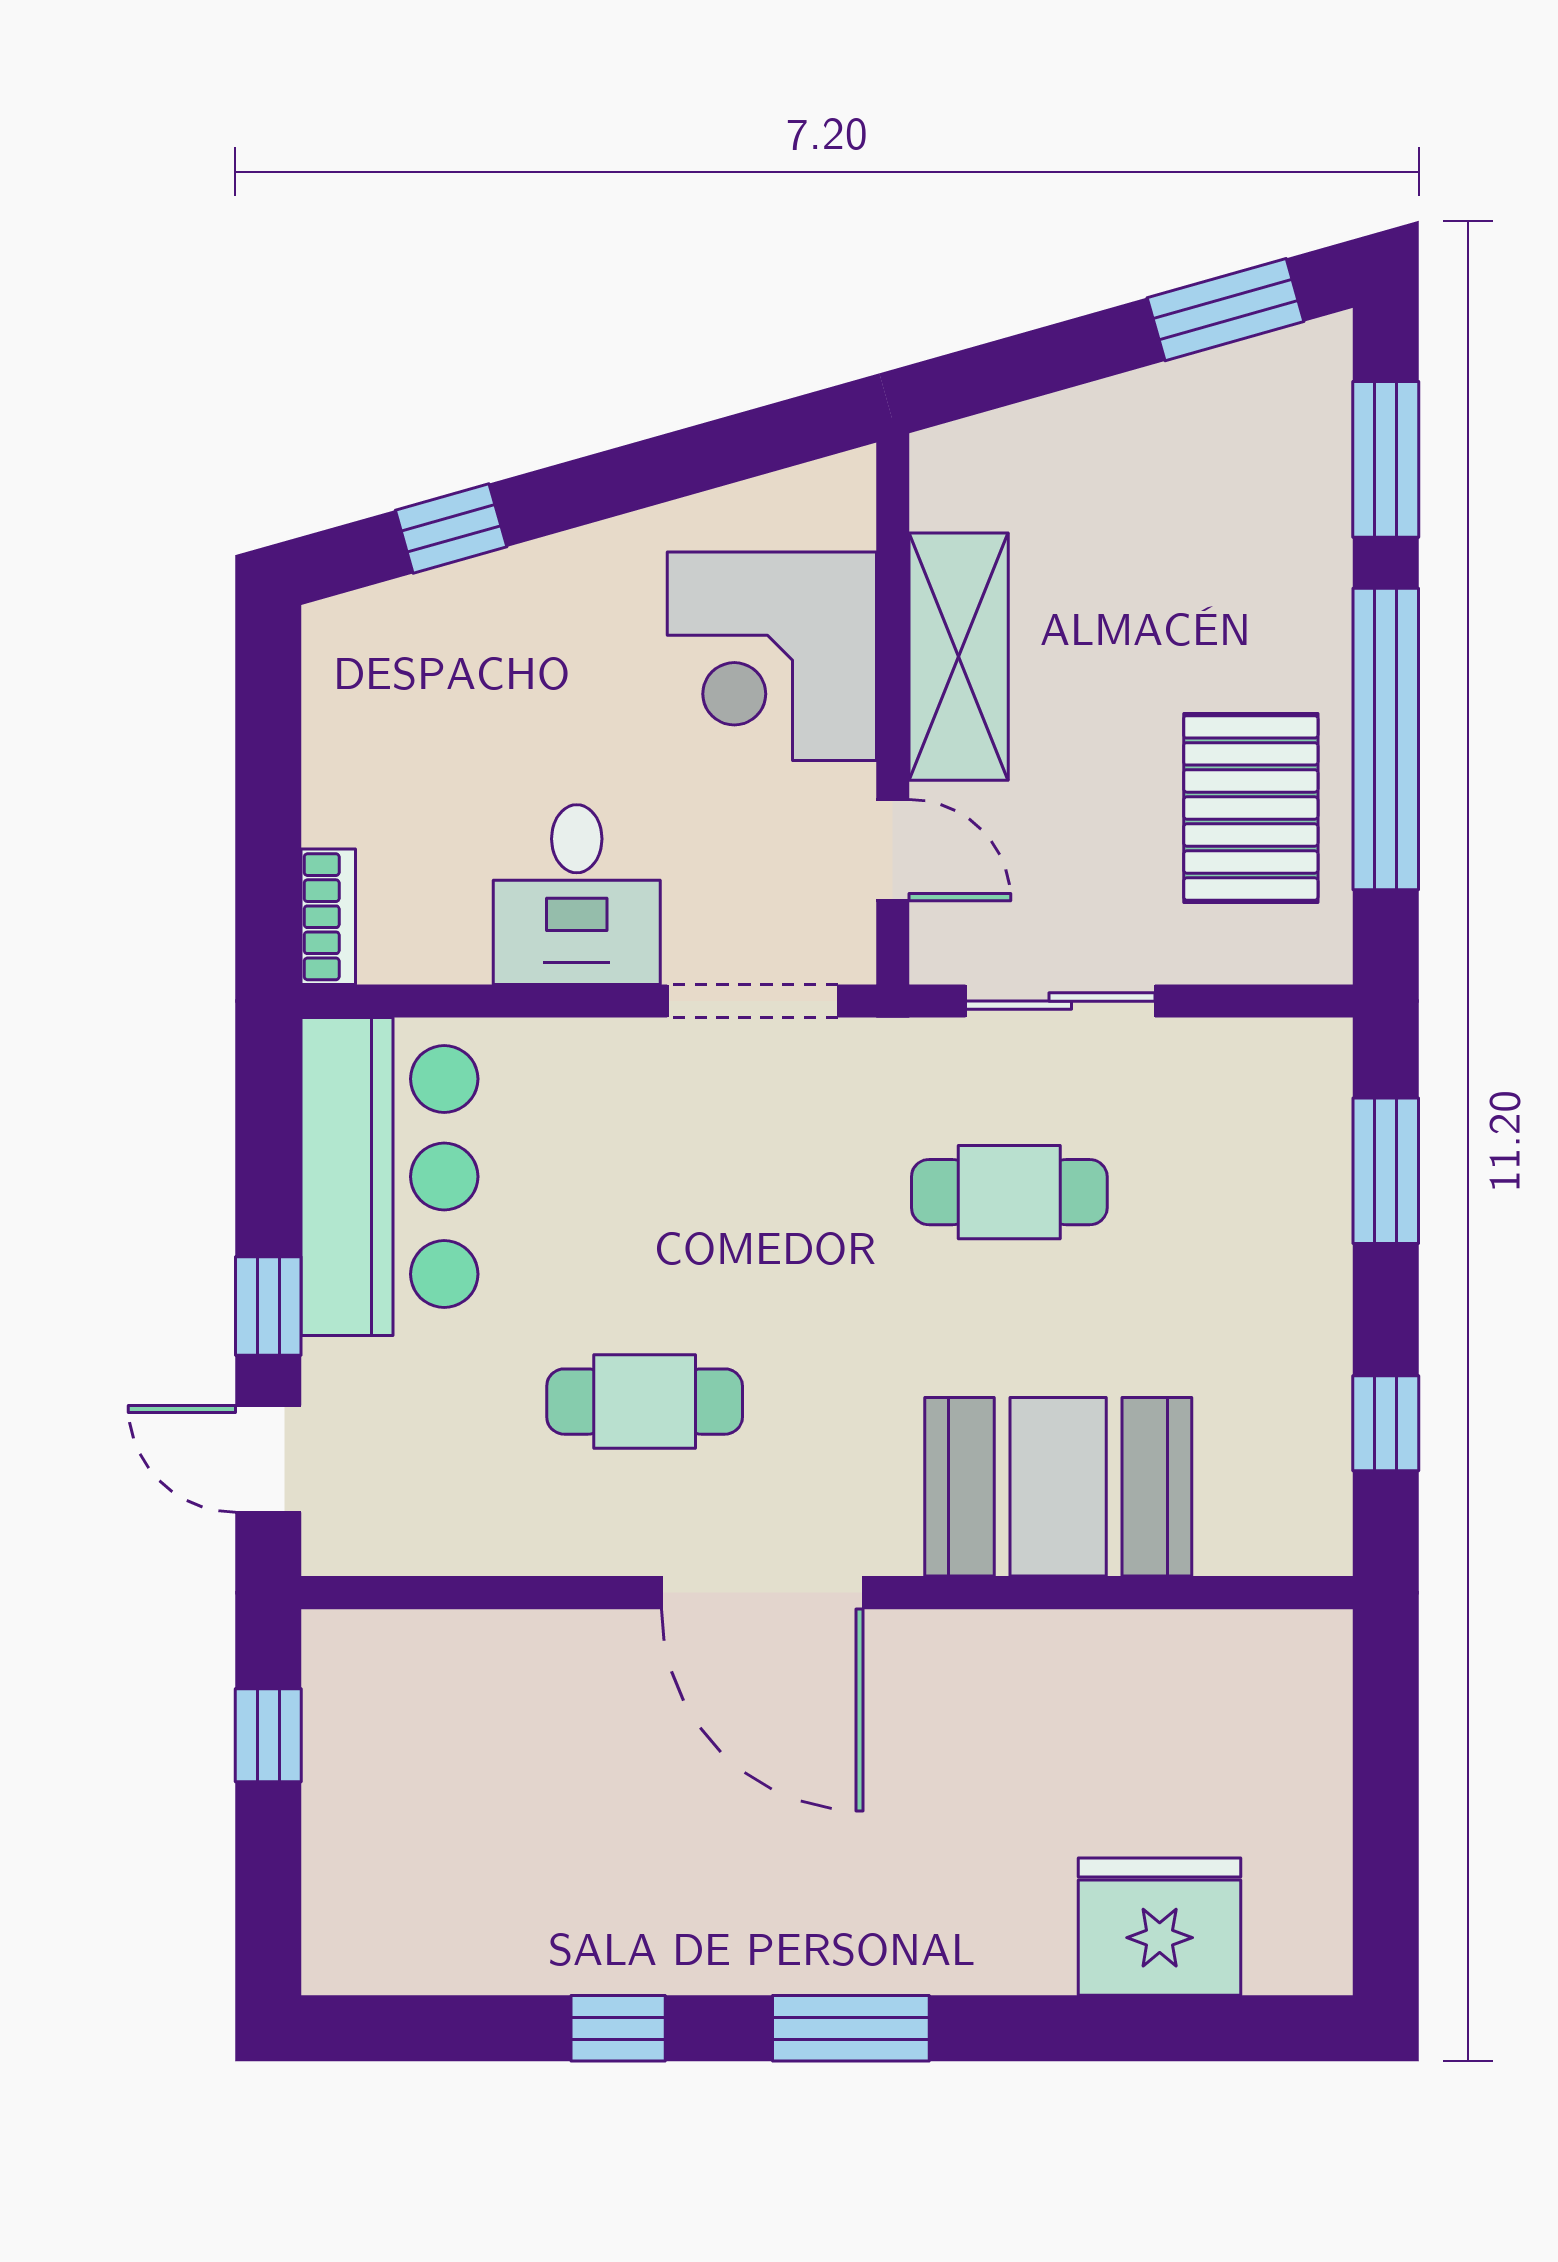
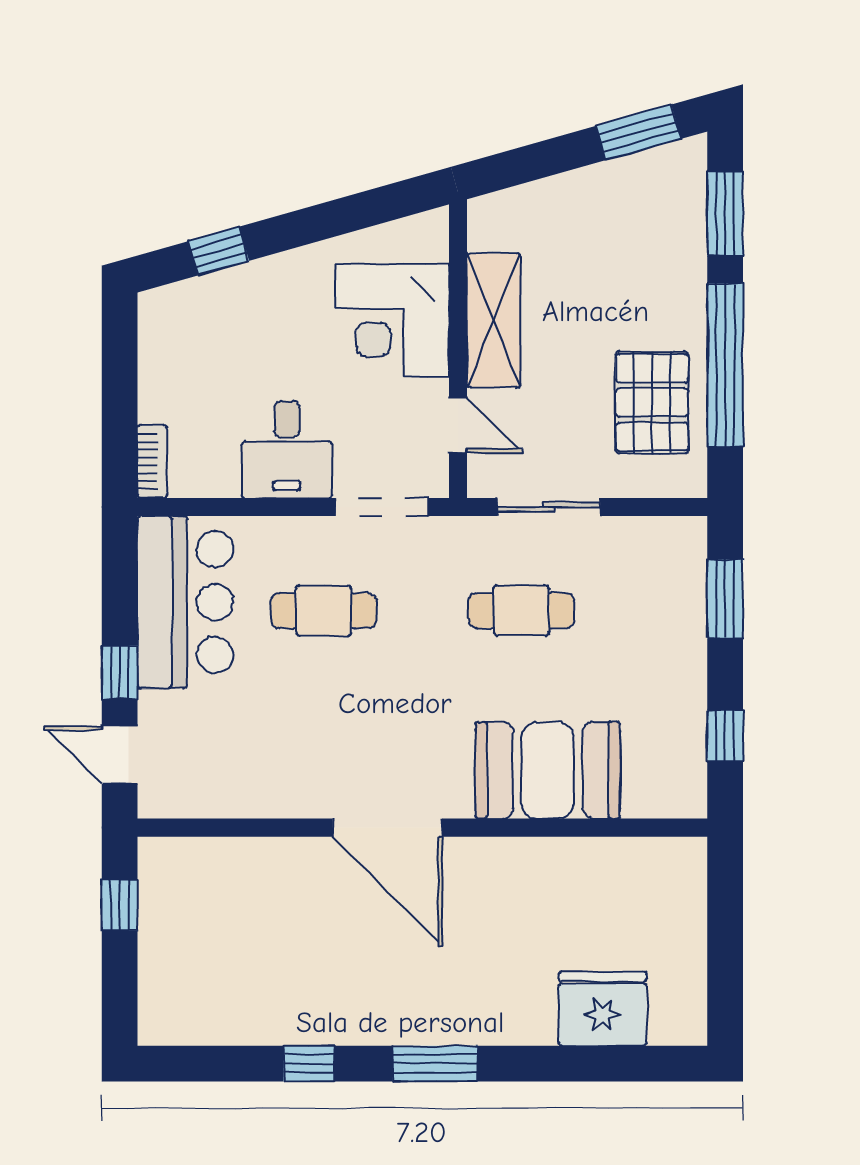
cafe table: (645, 1402) -> (324, 611), moved

